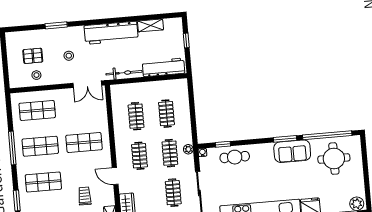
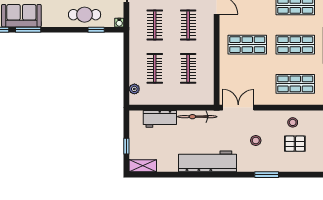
shelving: (151, 25) -> (143, 166), moved
workbench: (163, 67) -> (160, 119), width x0.73
plant: (188, 149) -> (134, 89), moved

